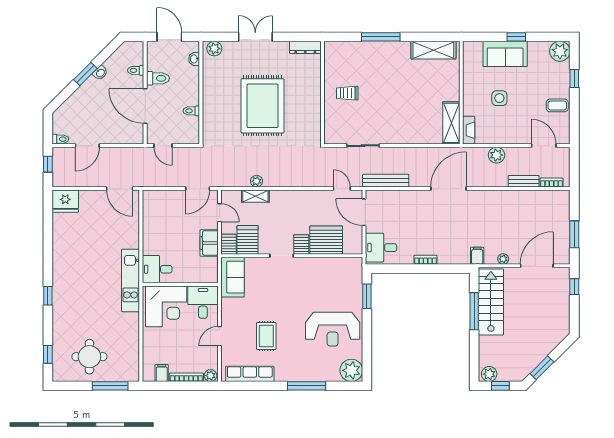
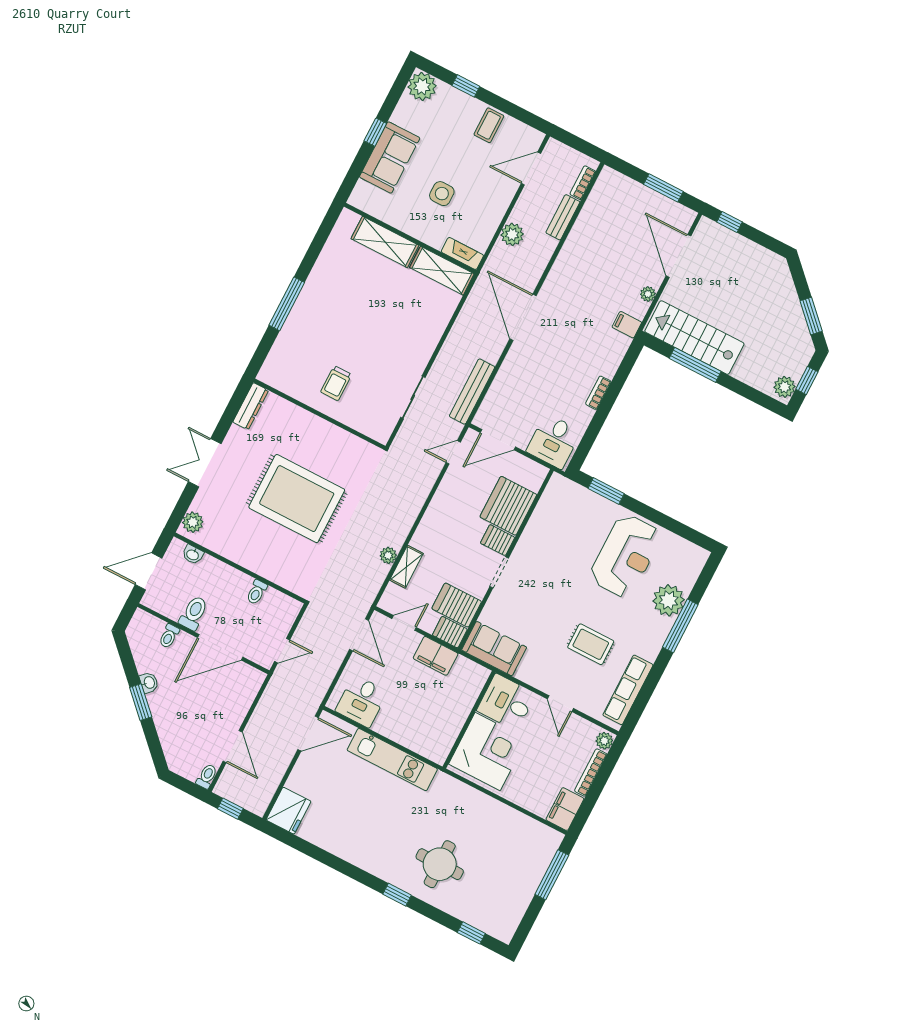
shelving: (433, 50) -> (385, 242), moved, turned 90
desk: (157, 269) -> (362, 701), moved
kitchen unit: (131, 280) -> (392, 760), moved
round table: (89, 357) -> (440, 864), moved
plant: (351, 370) -> (669, 600), moved
filing cabinet: (162, 373) -> (565, 809), width x2.00

